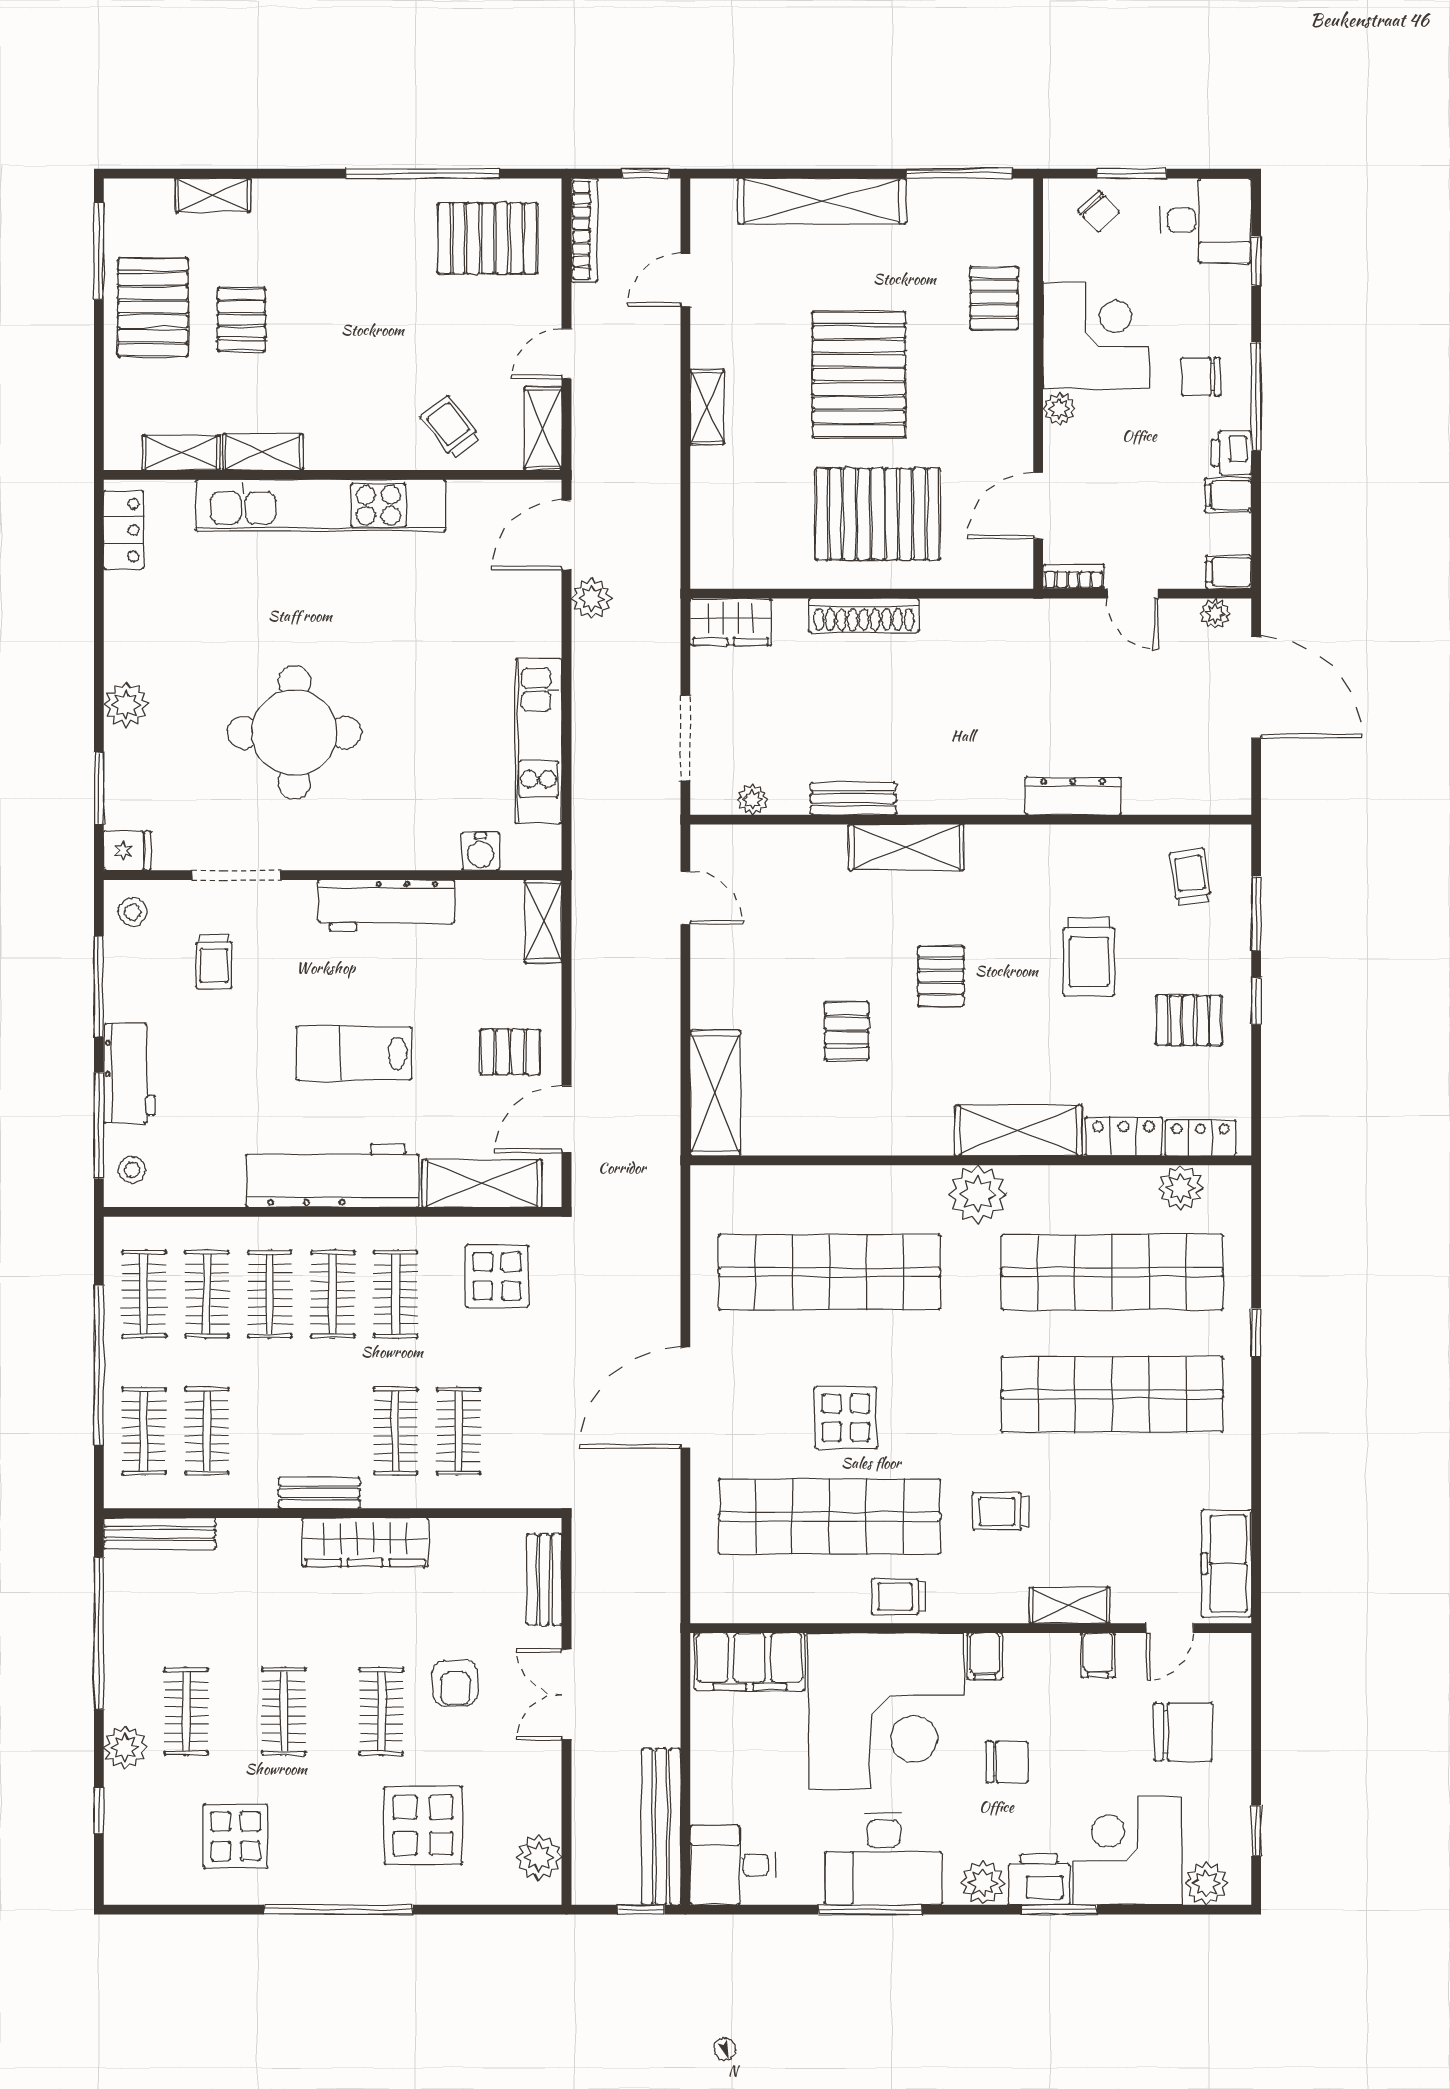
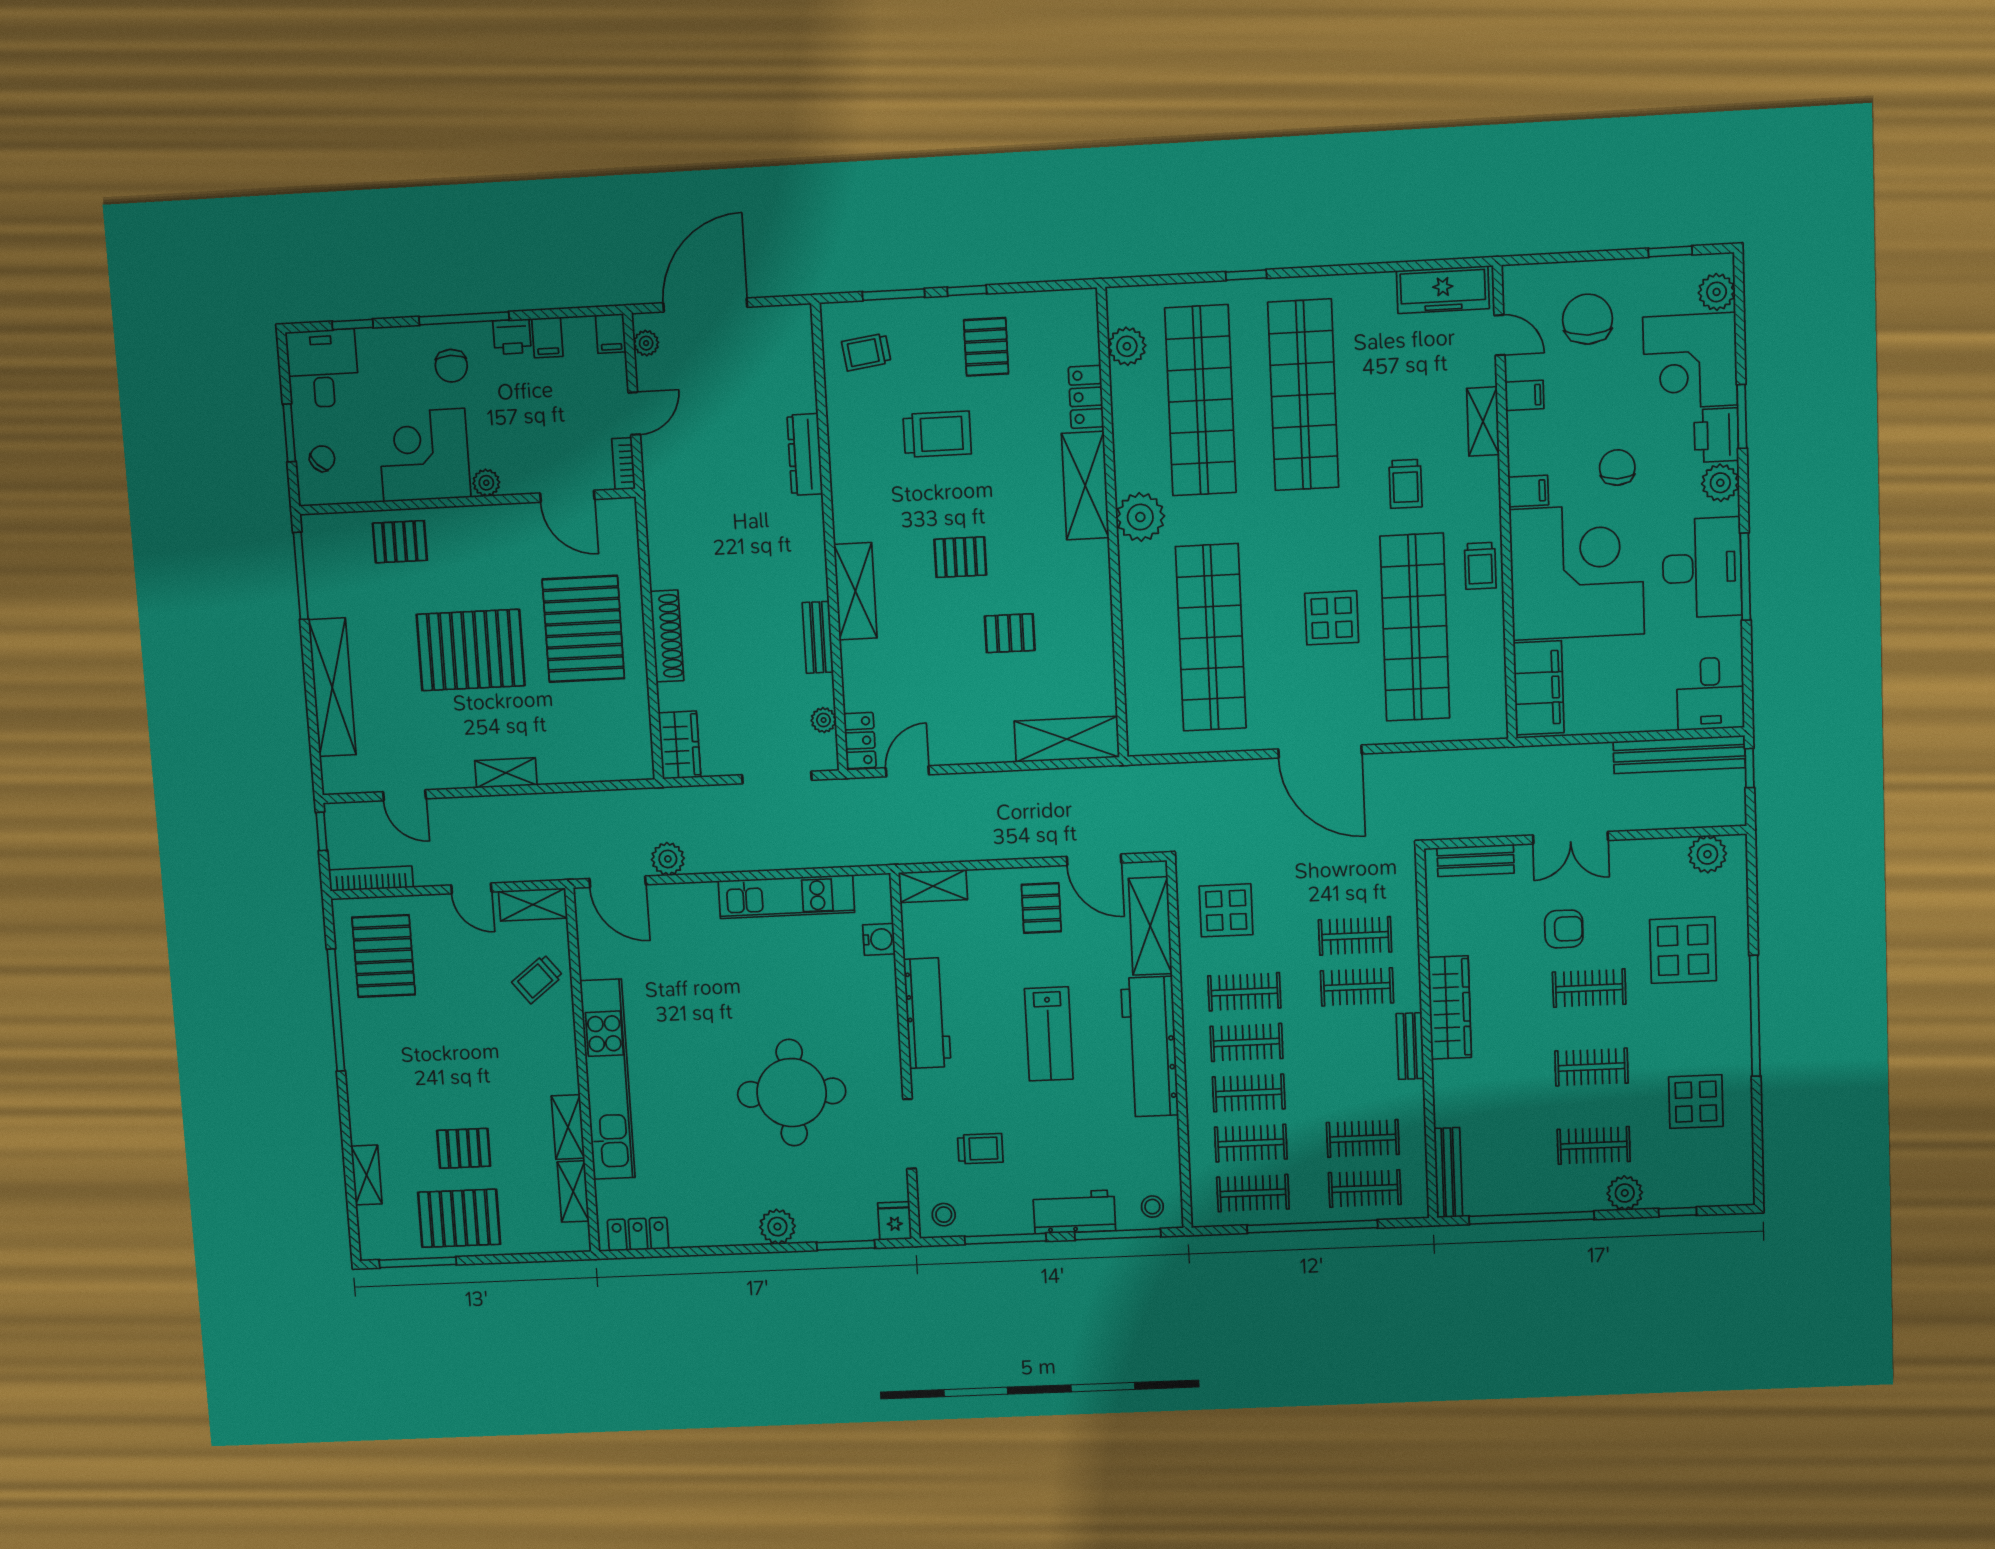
locker: (1201, 1138) -> (860, 740), moved, turned 180

